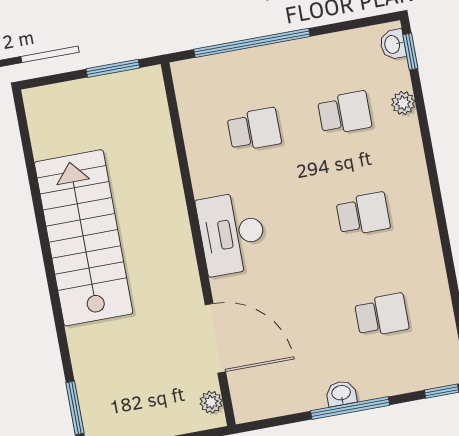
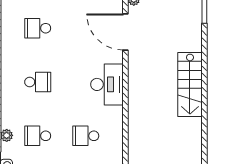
school desk: (363, 214) -> (38, 82), turned 180
stairs: (84, 238) -> (190, 84), width x0.73, depth x0.66

